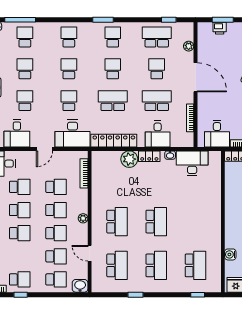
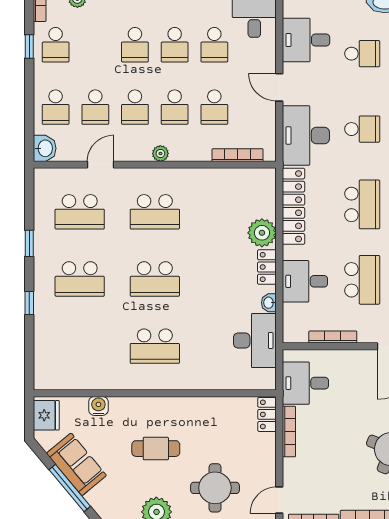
school desk: (195, 265) -> (155, 346), moved
window: (198, 295) -> (29, 303), moved

